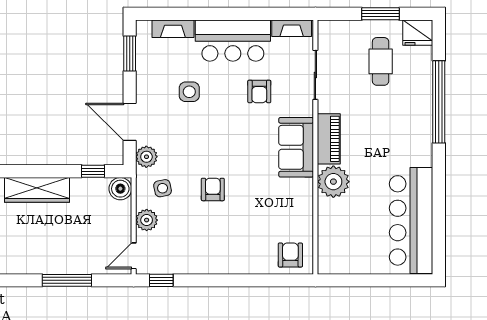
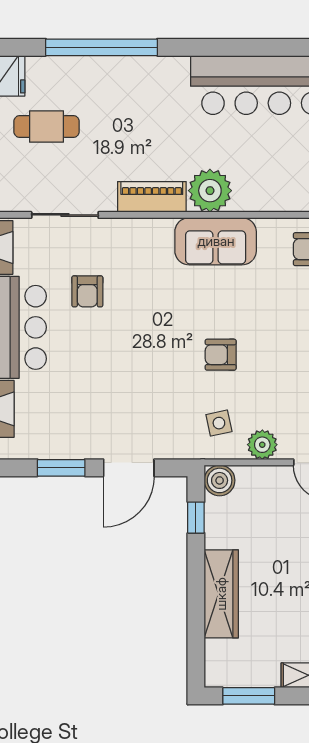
window: (130, 54) -> (61, 468), moved
armchair: (259, 91) -> (87, 291), turned 90
side table: (189, 92) -> (88, 387), removed
sofa: (296, 147) -> (216, 241), moved
plant: (146, 157) -> (176, 445), removed

